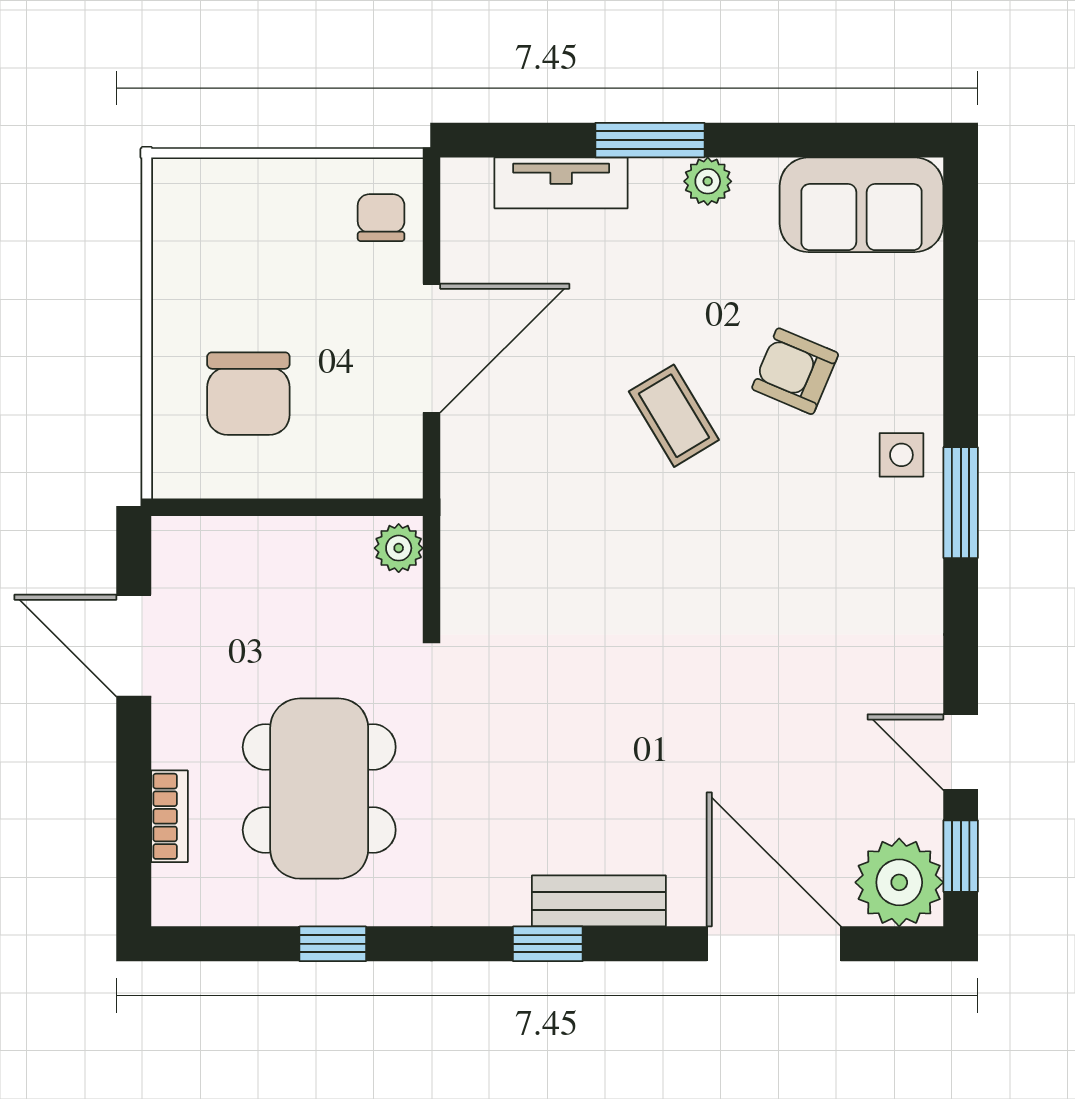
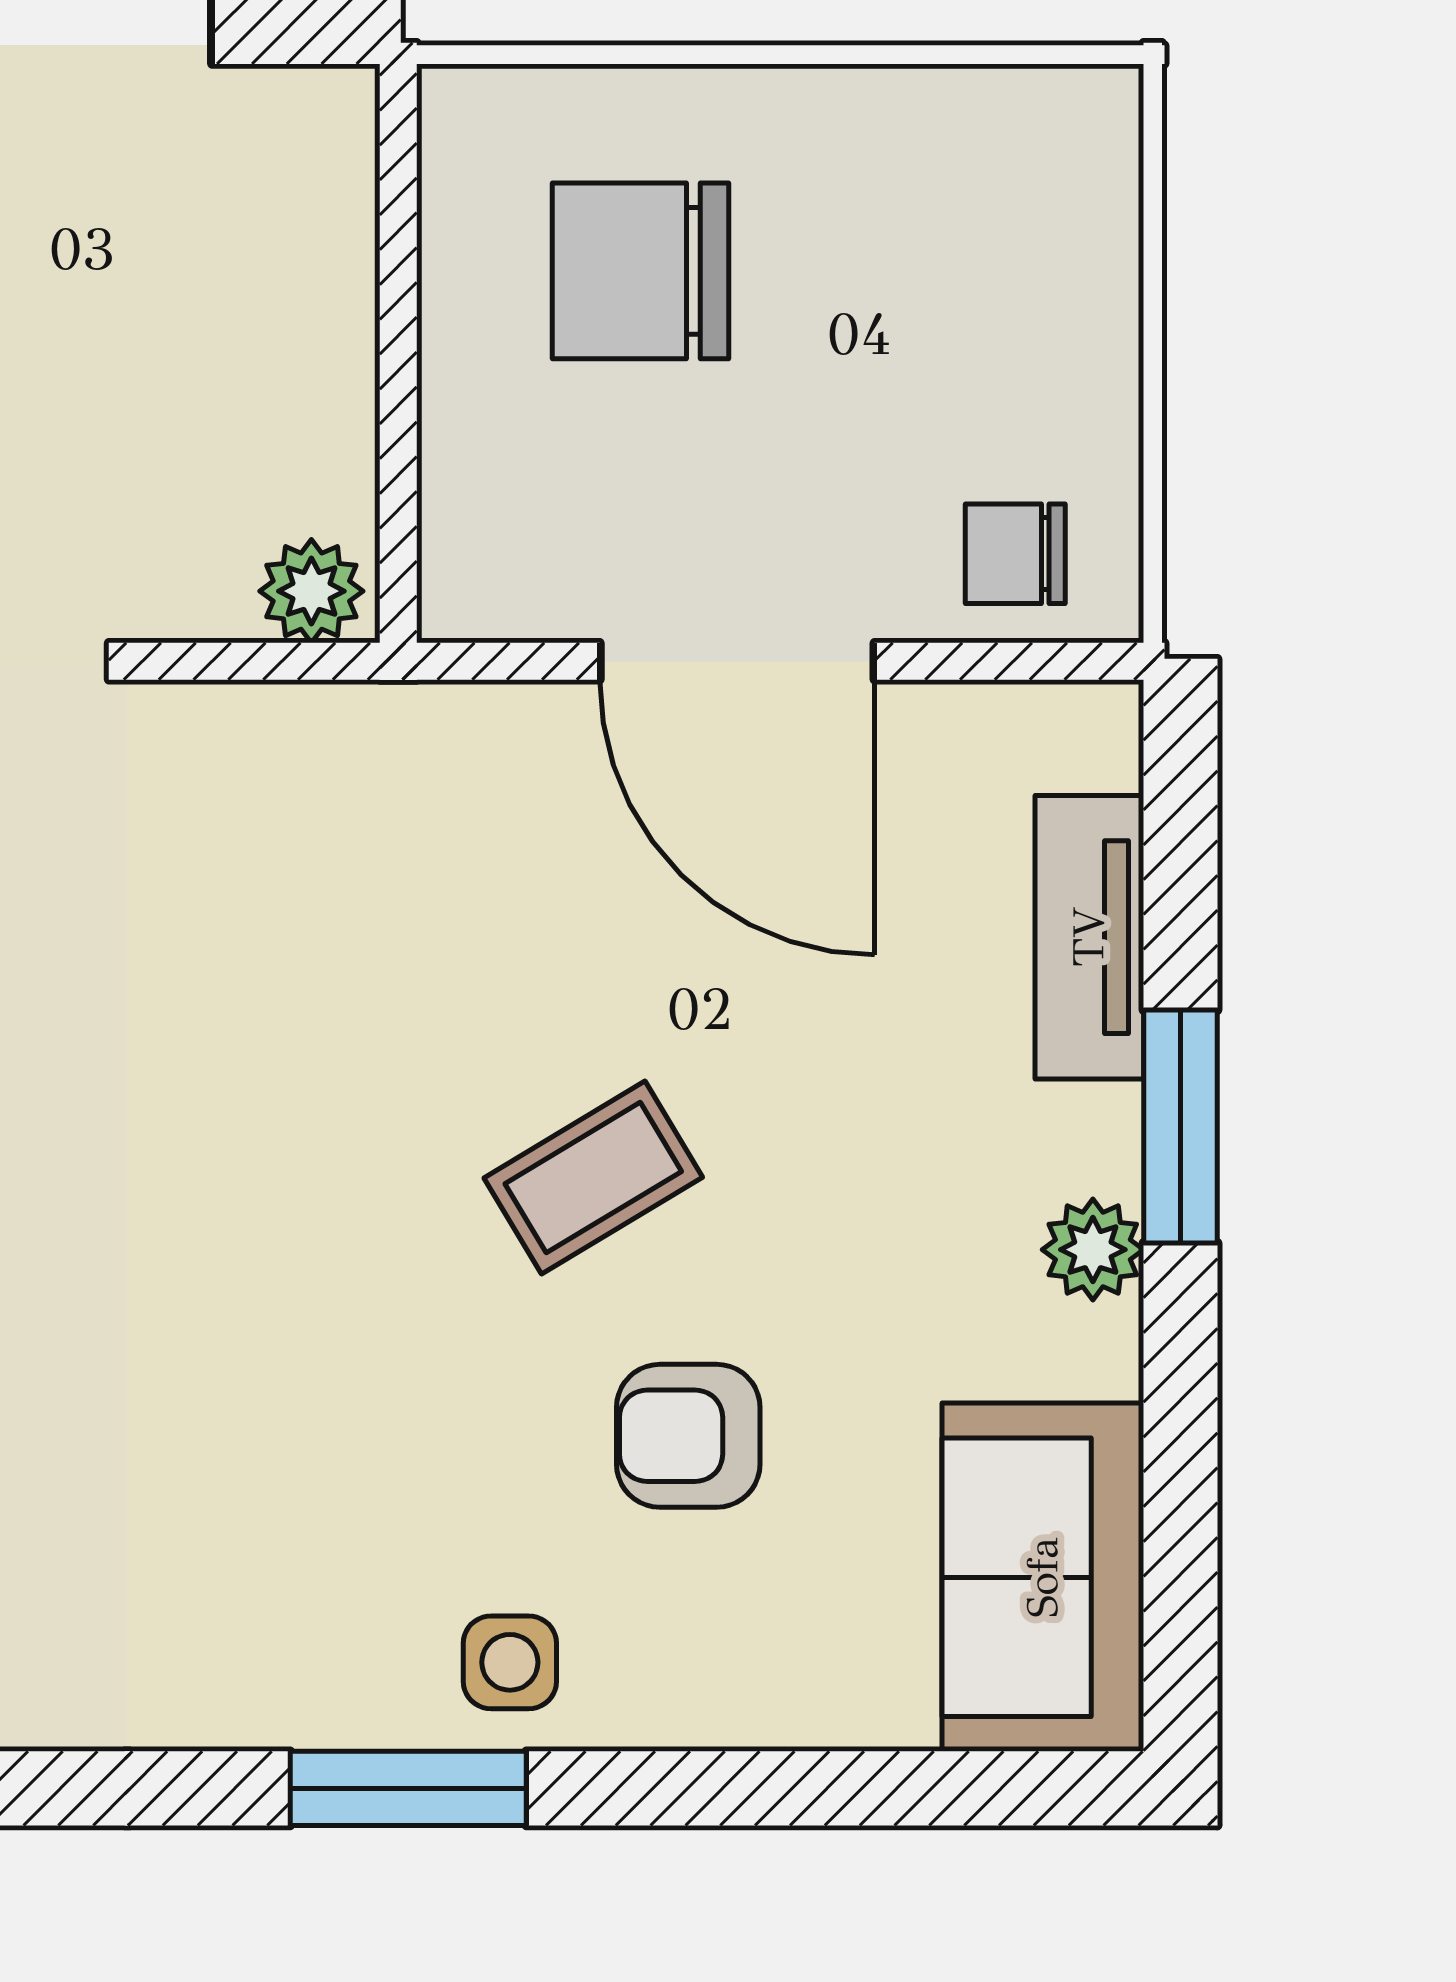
chair: (381, 218) -> (1015, 554), turned 180
armchair: (795, 371) -> (688, 1436), turned -113

